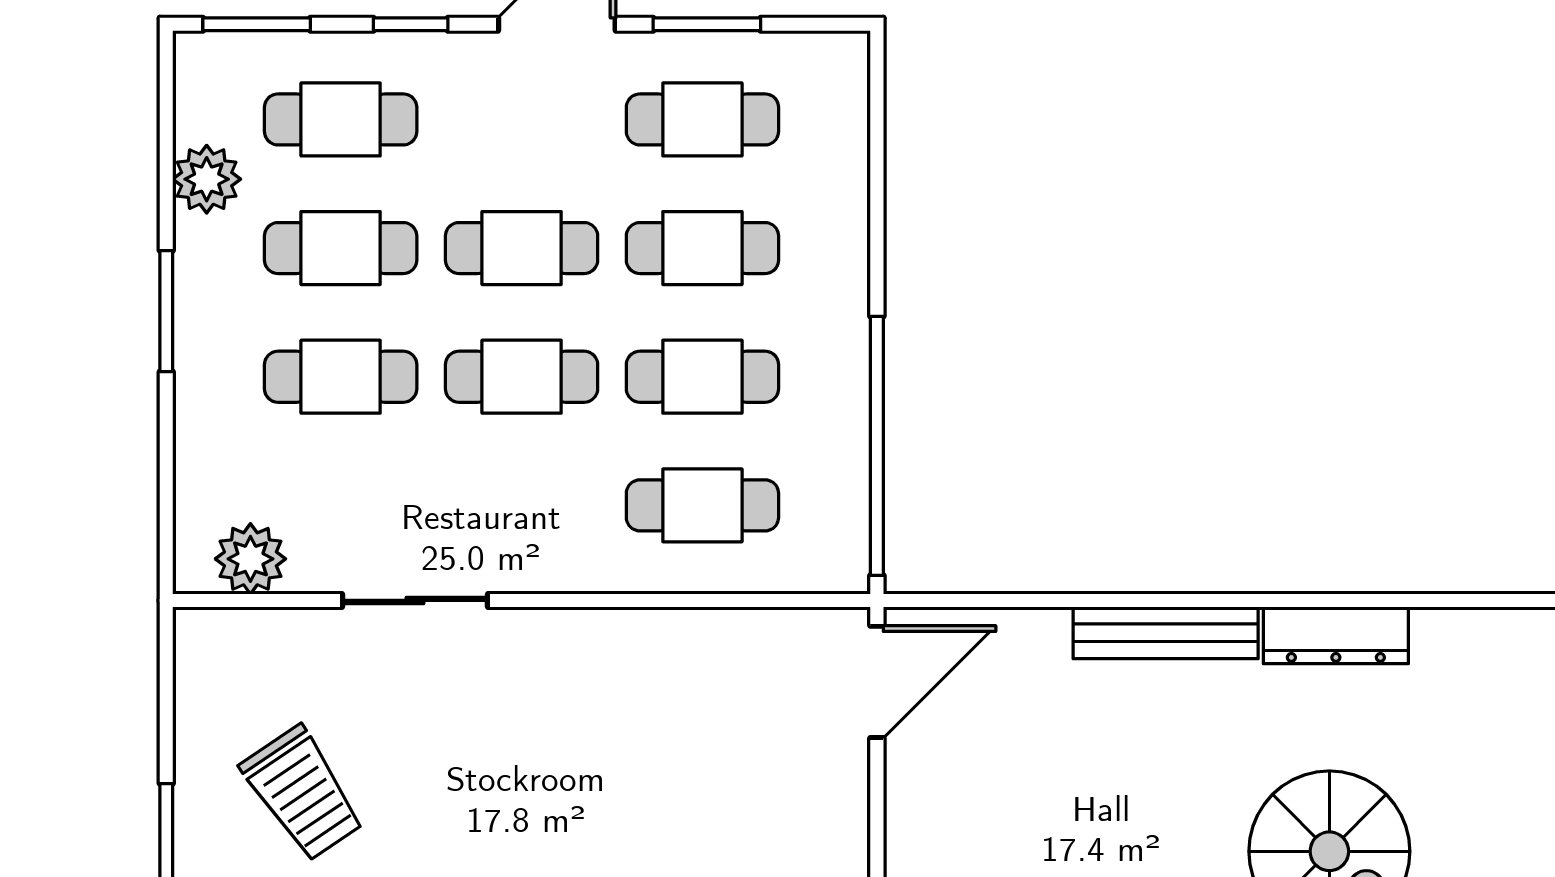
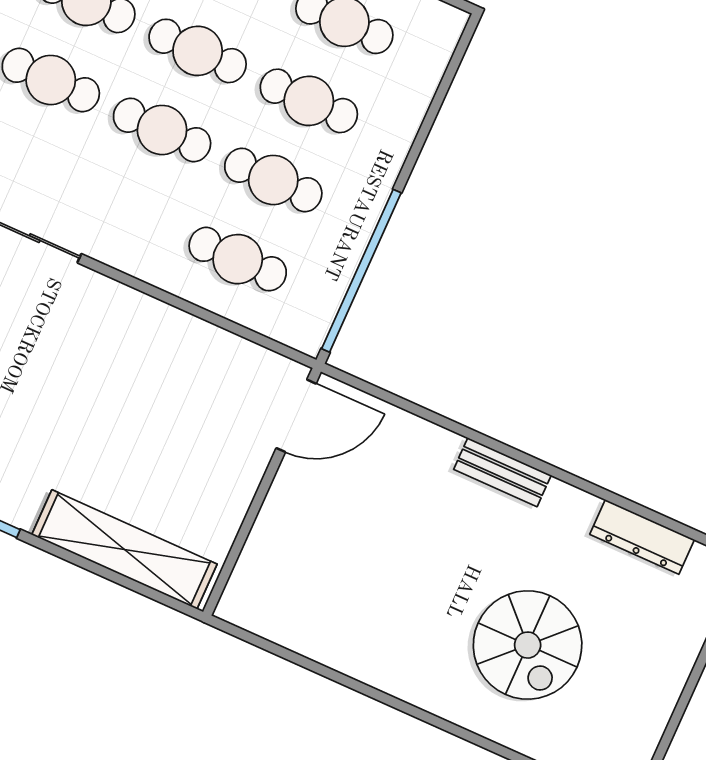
bench: (1166, 633) -> (502, 472), width x0.73
dresser: (1336, 635) -> (642, 537), moved

